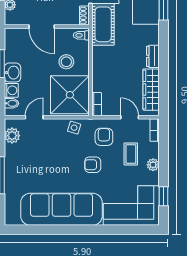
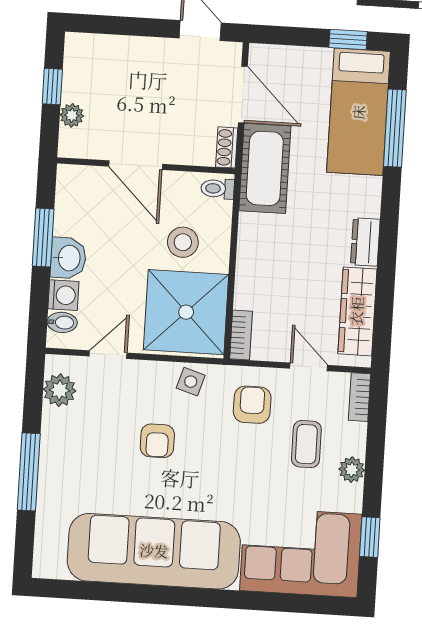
armchair: (93, 165) -> (157, 441), moved, turned -90

